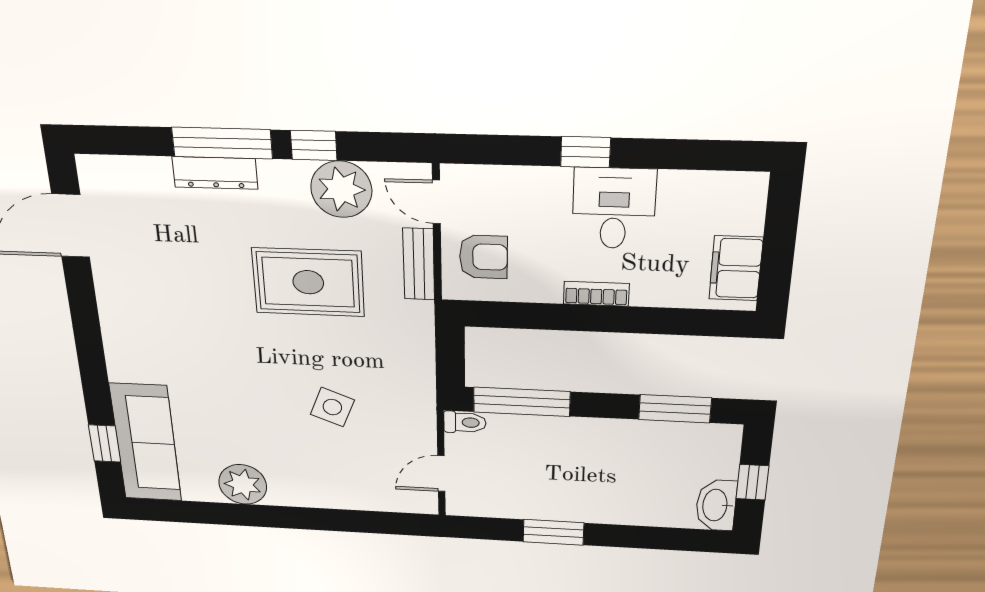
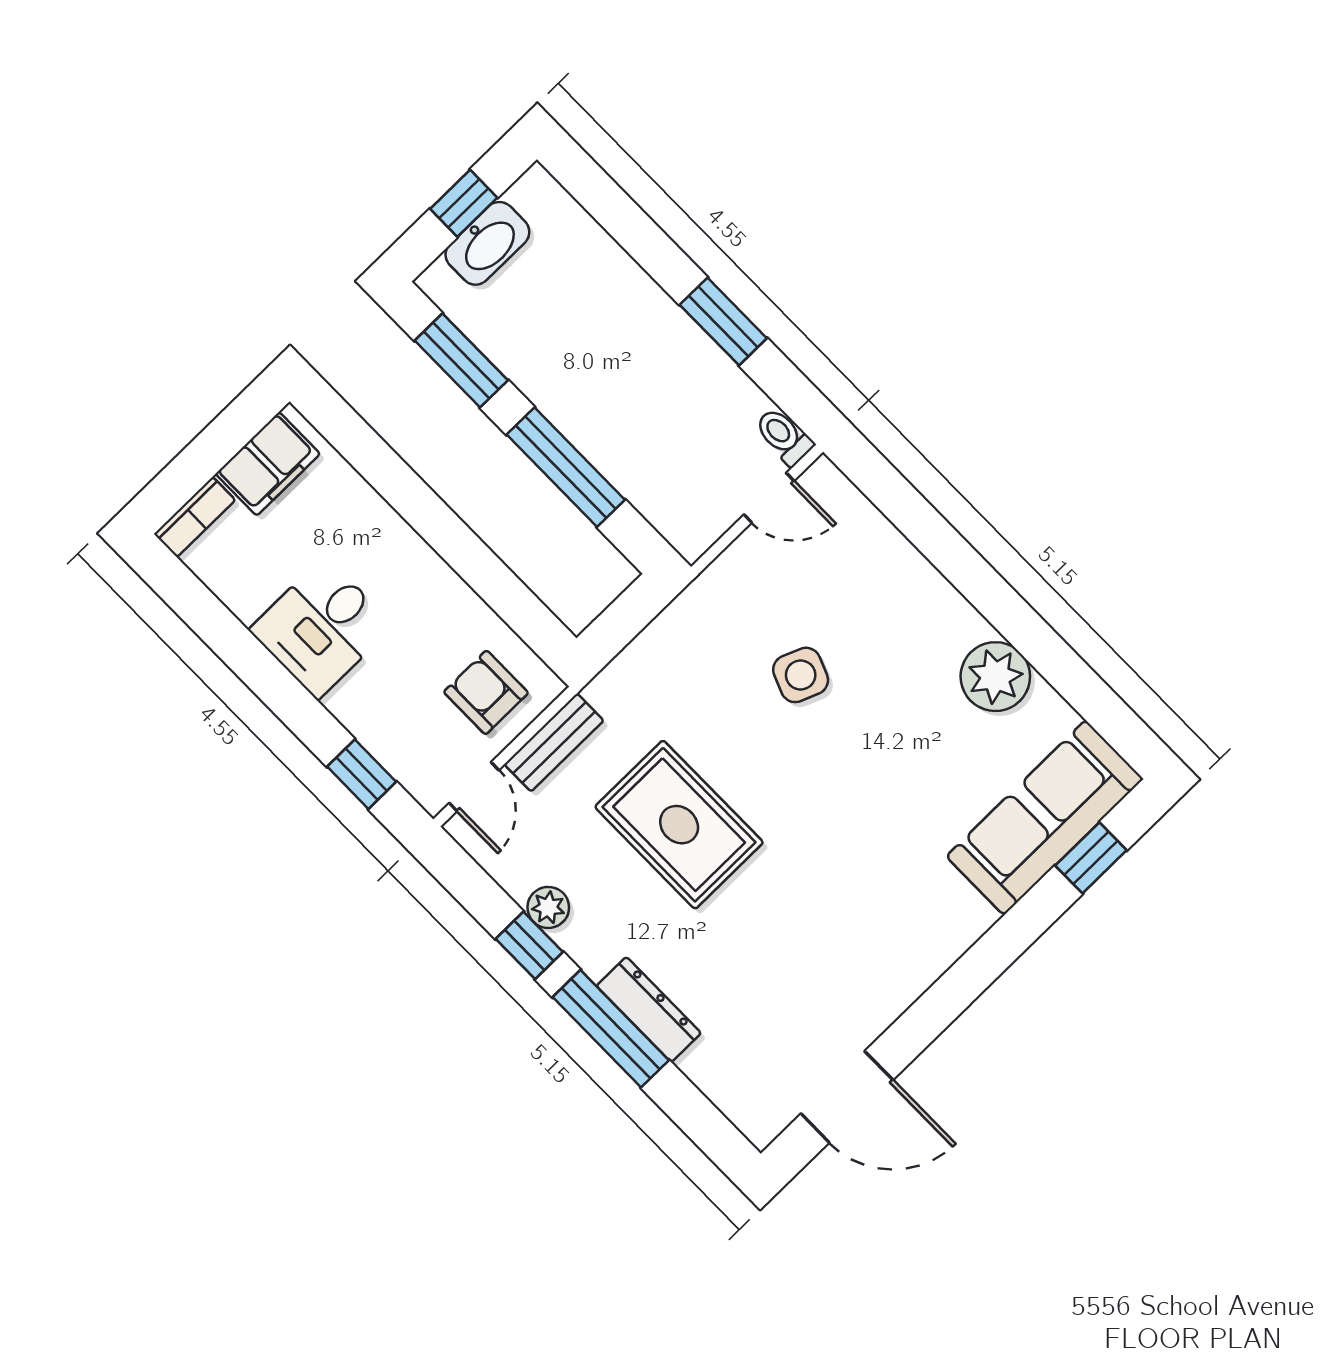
window: (586, 152) -> (362, 774), moved
plant: (341, 189) -> (548, 907), width x0.53, depth x0.53
bookcase: (596, 294) -> (195, 517), moved, turned -90
window: (522, 402) -> (566, 467), moved
toilet: (465, 422) -> (784, 436), moved
washbasin: (716, 505) -> (487, 243), moved

